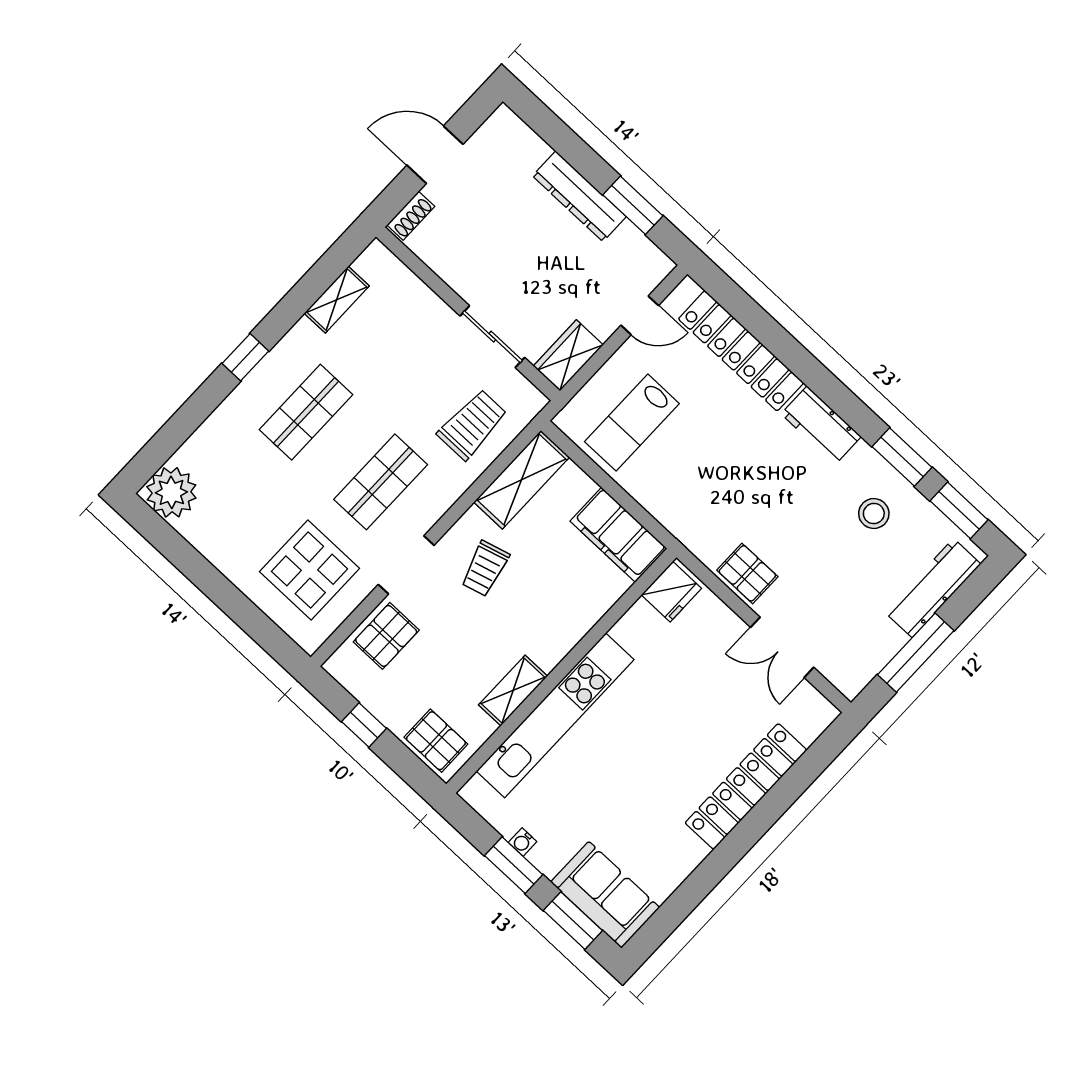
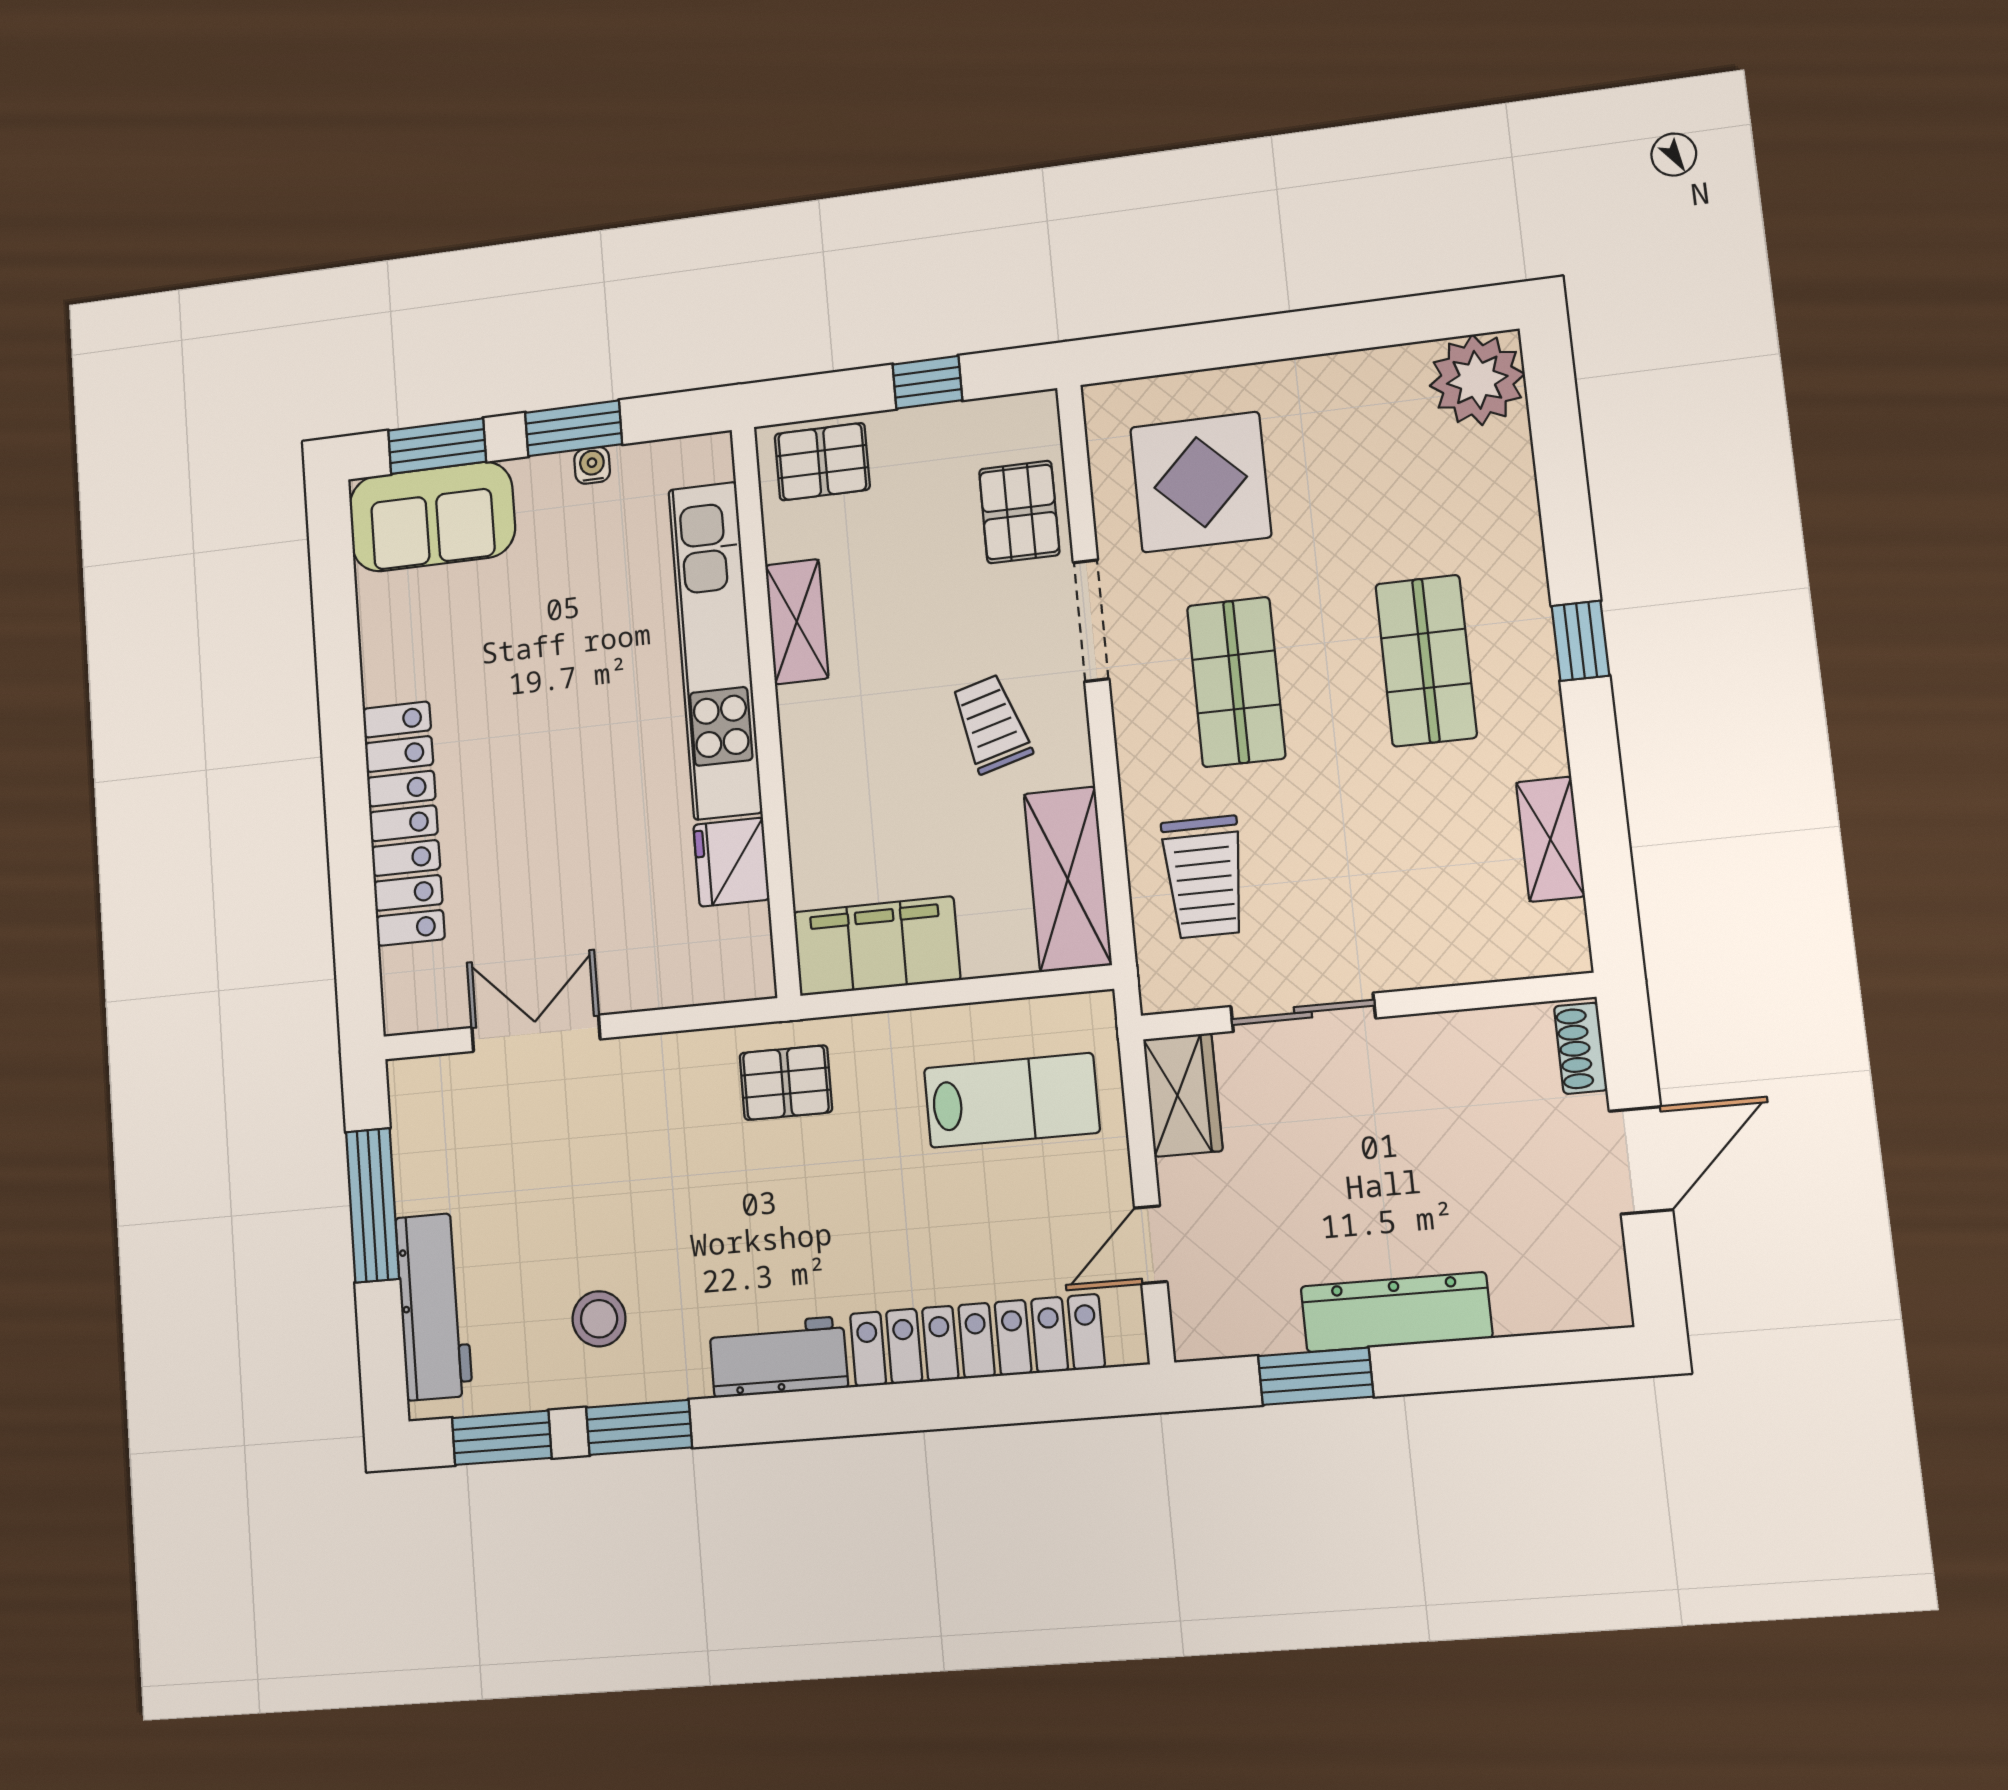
lab bench: (632, 423) -> (1012, 1100), turned 90
pallet: (747, 573) -> (786, 1083), moved
fridge: (671, 592) -> (731, 862), moved

